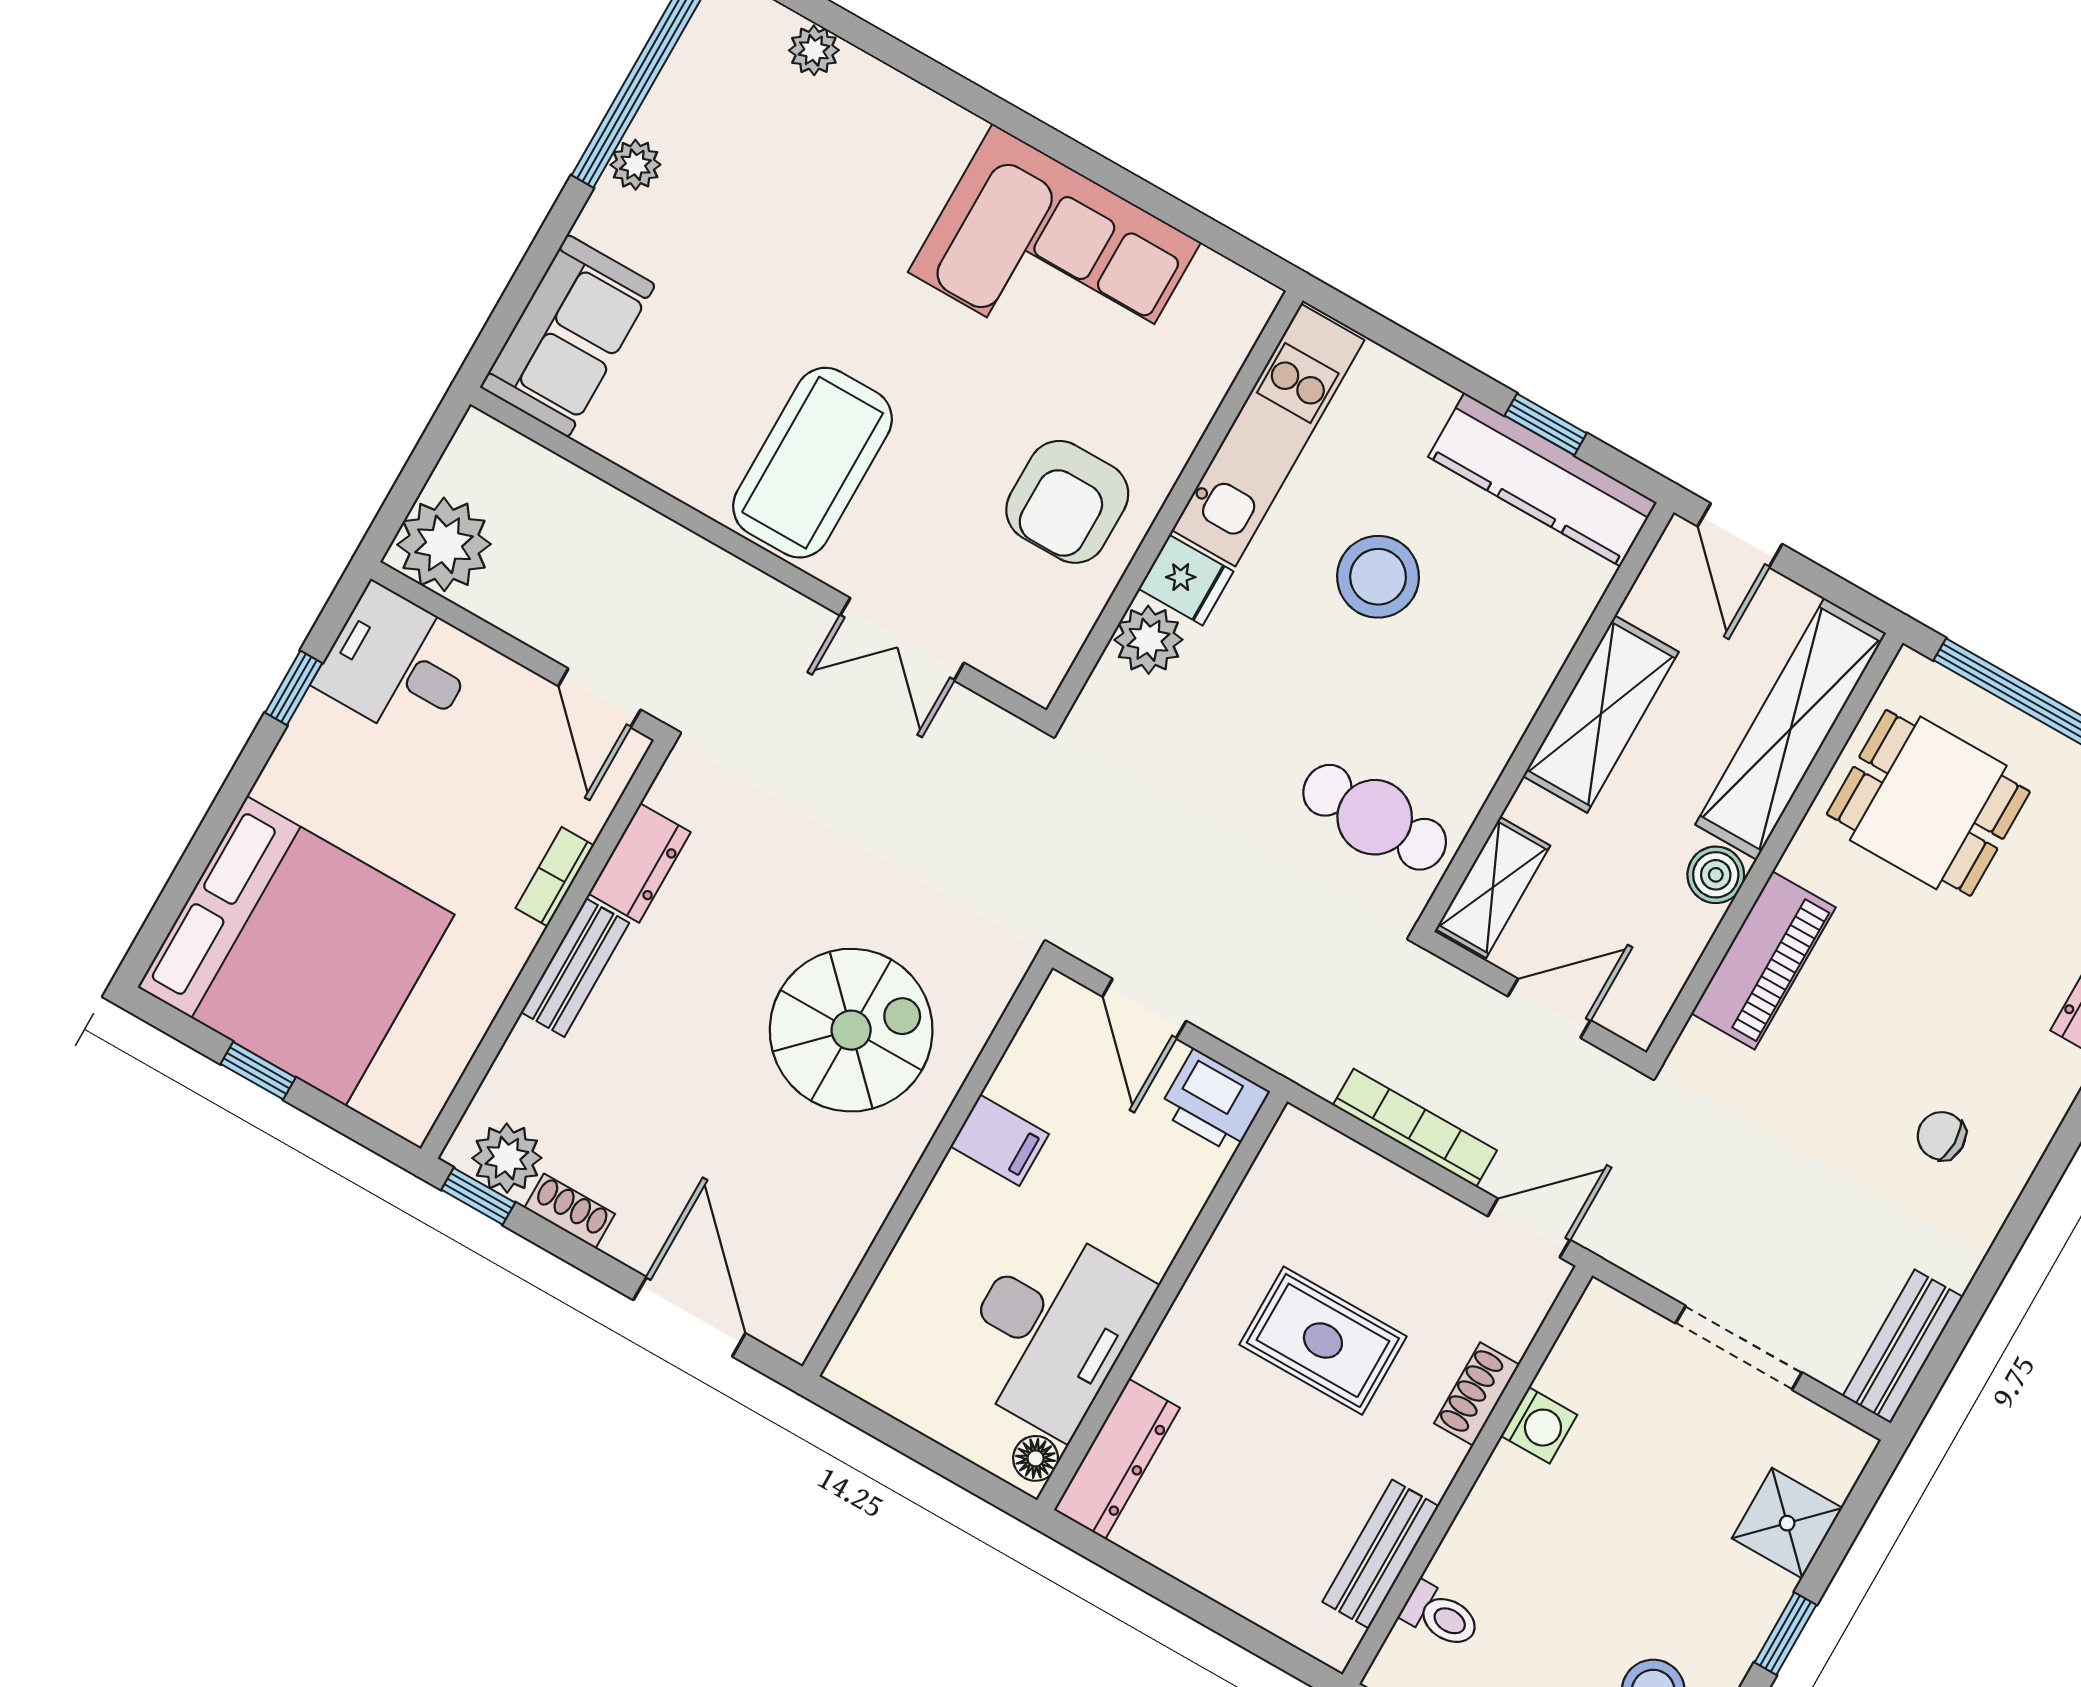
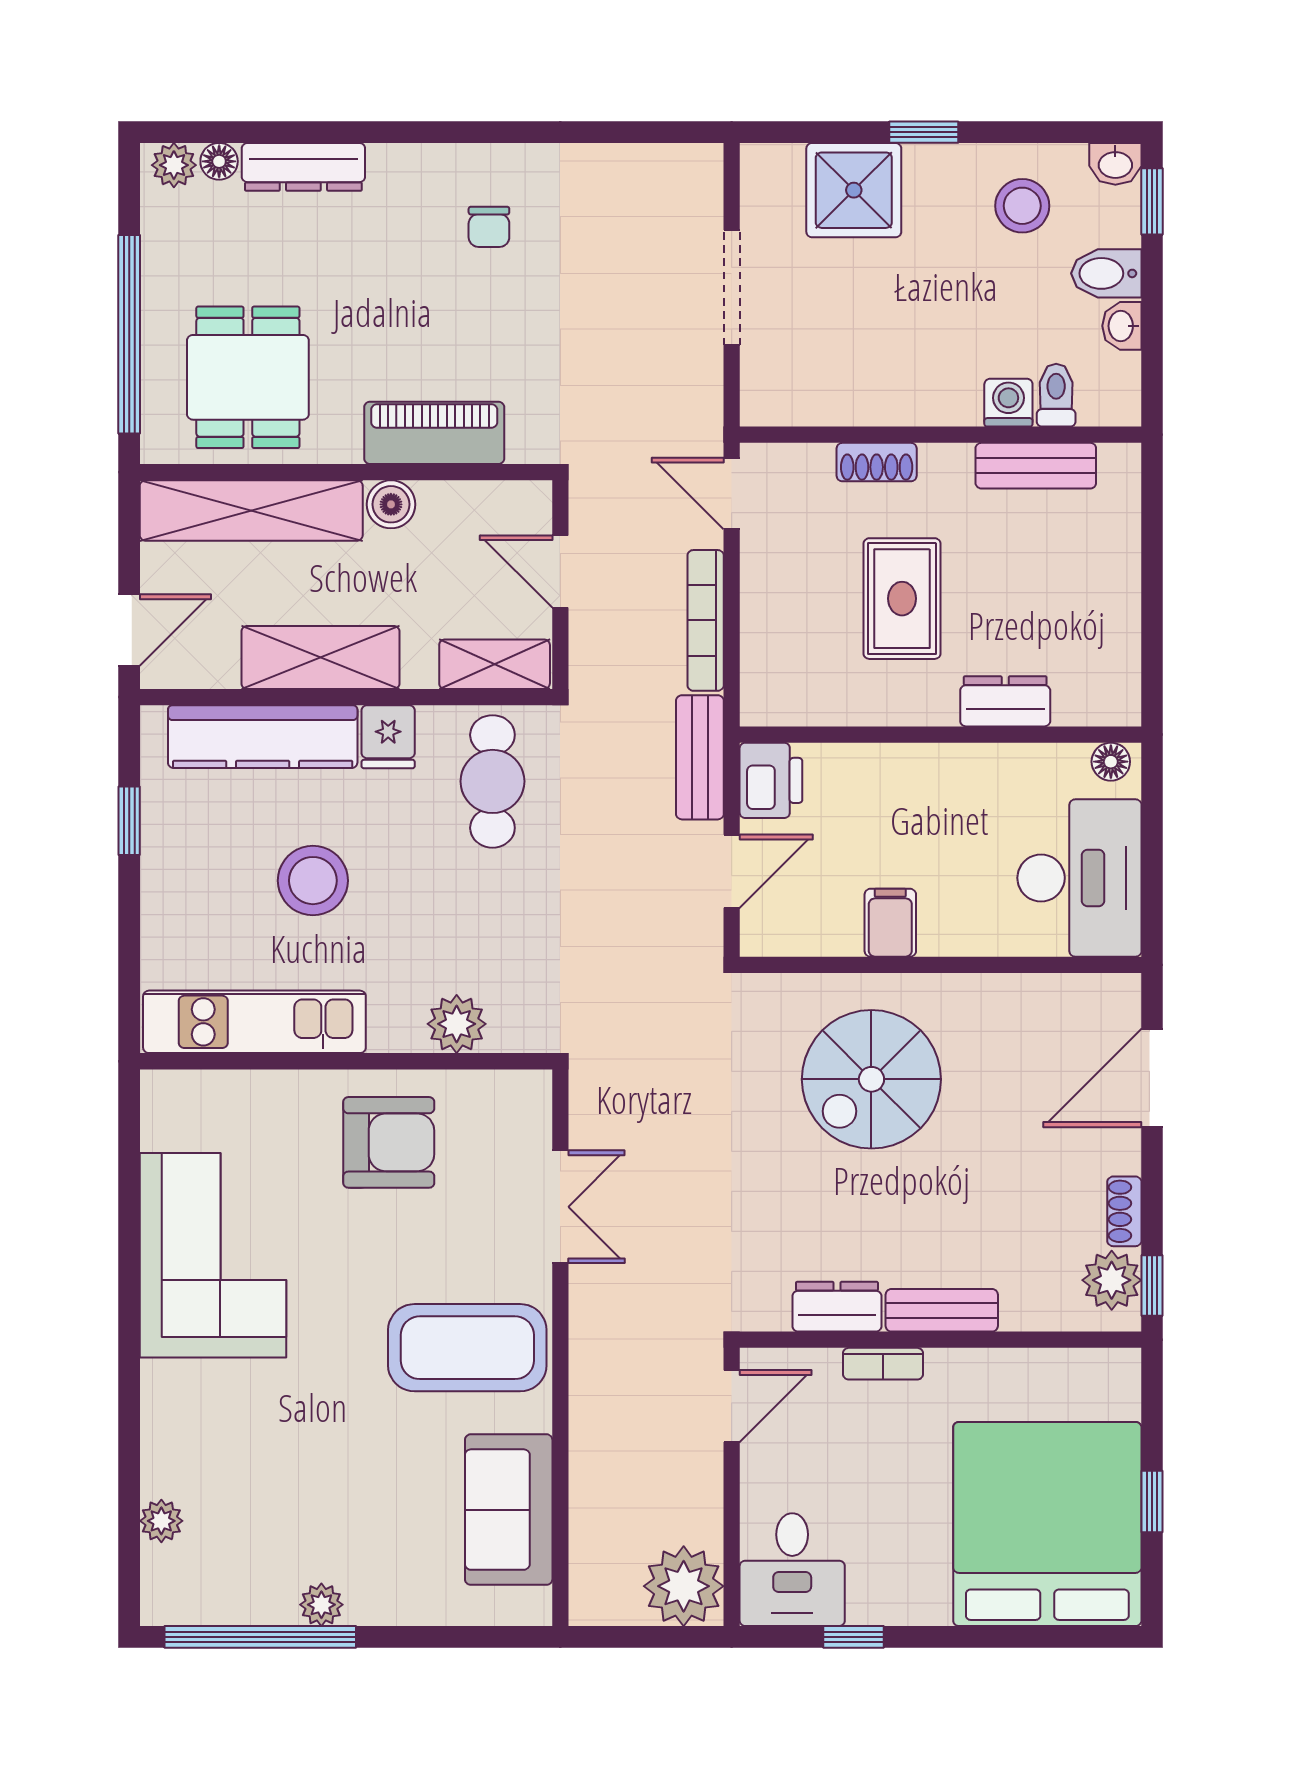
sofa: (568, 336) -> (509, 1510), moved, turned -90
kitchen counter: (1543, 480) -> (263, 737), moved, turned 90
fridge: (1186, 580) -> (388, 737), moved, turned 180
spiral stairs: (851, 1030) -> (871, 1079), turned -90
desk: (1051, 1329) -> (1079, 878), moved, turned 90
bench: (1903, 1346) -> (700, 757), moved, turned 90
washing machine: (1539, 1425) -> (1008, 403), moved
dresser: (1117, 1459) -> (1005, 701), moved, width x0.70
shower: (1787, 1523) -> (854, 190), width x1.36, depth x1.36

